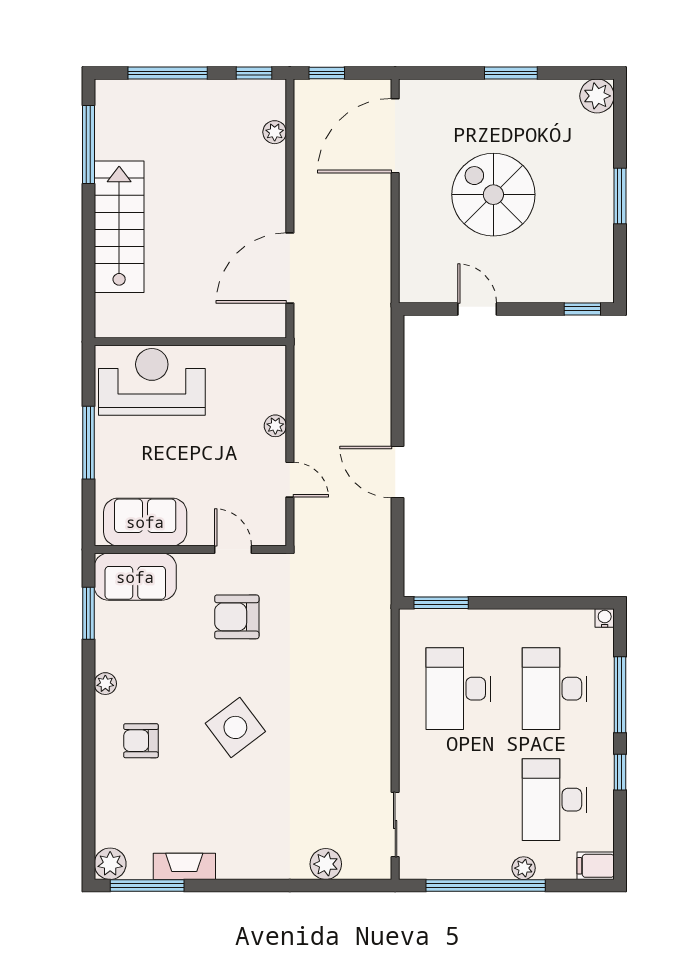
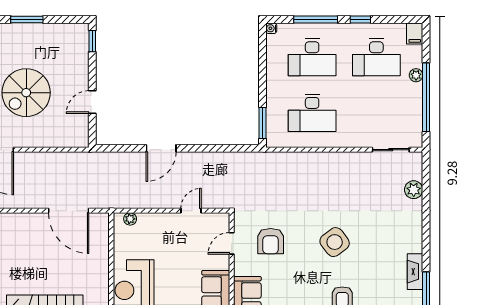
plant: (275, 426) -> (130, 219), moved
door: (397, 472) -> (161, 148), moved

